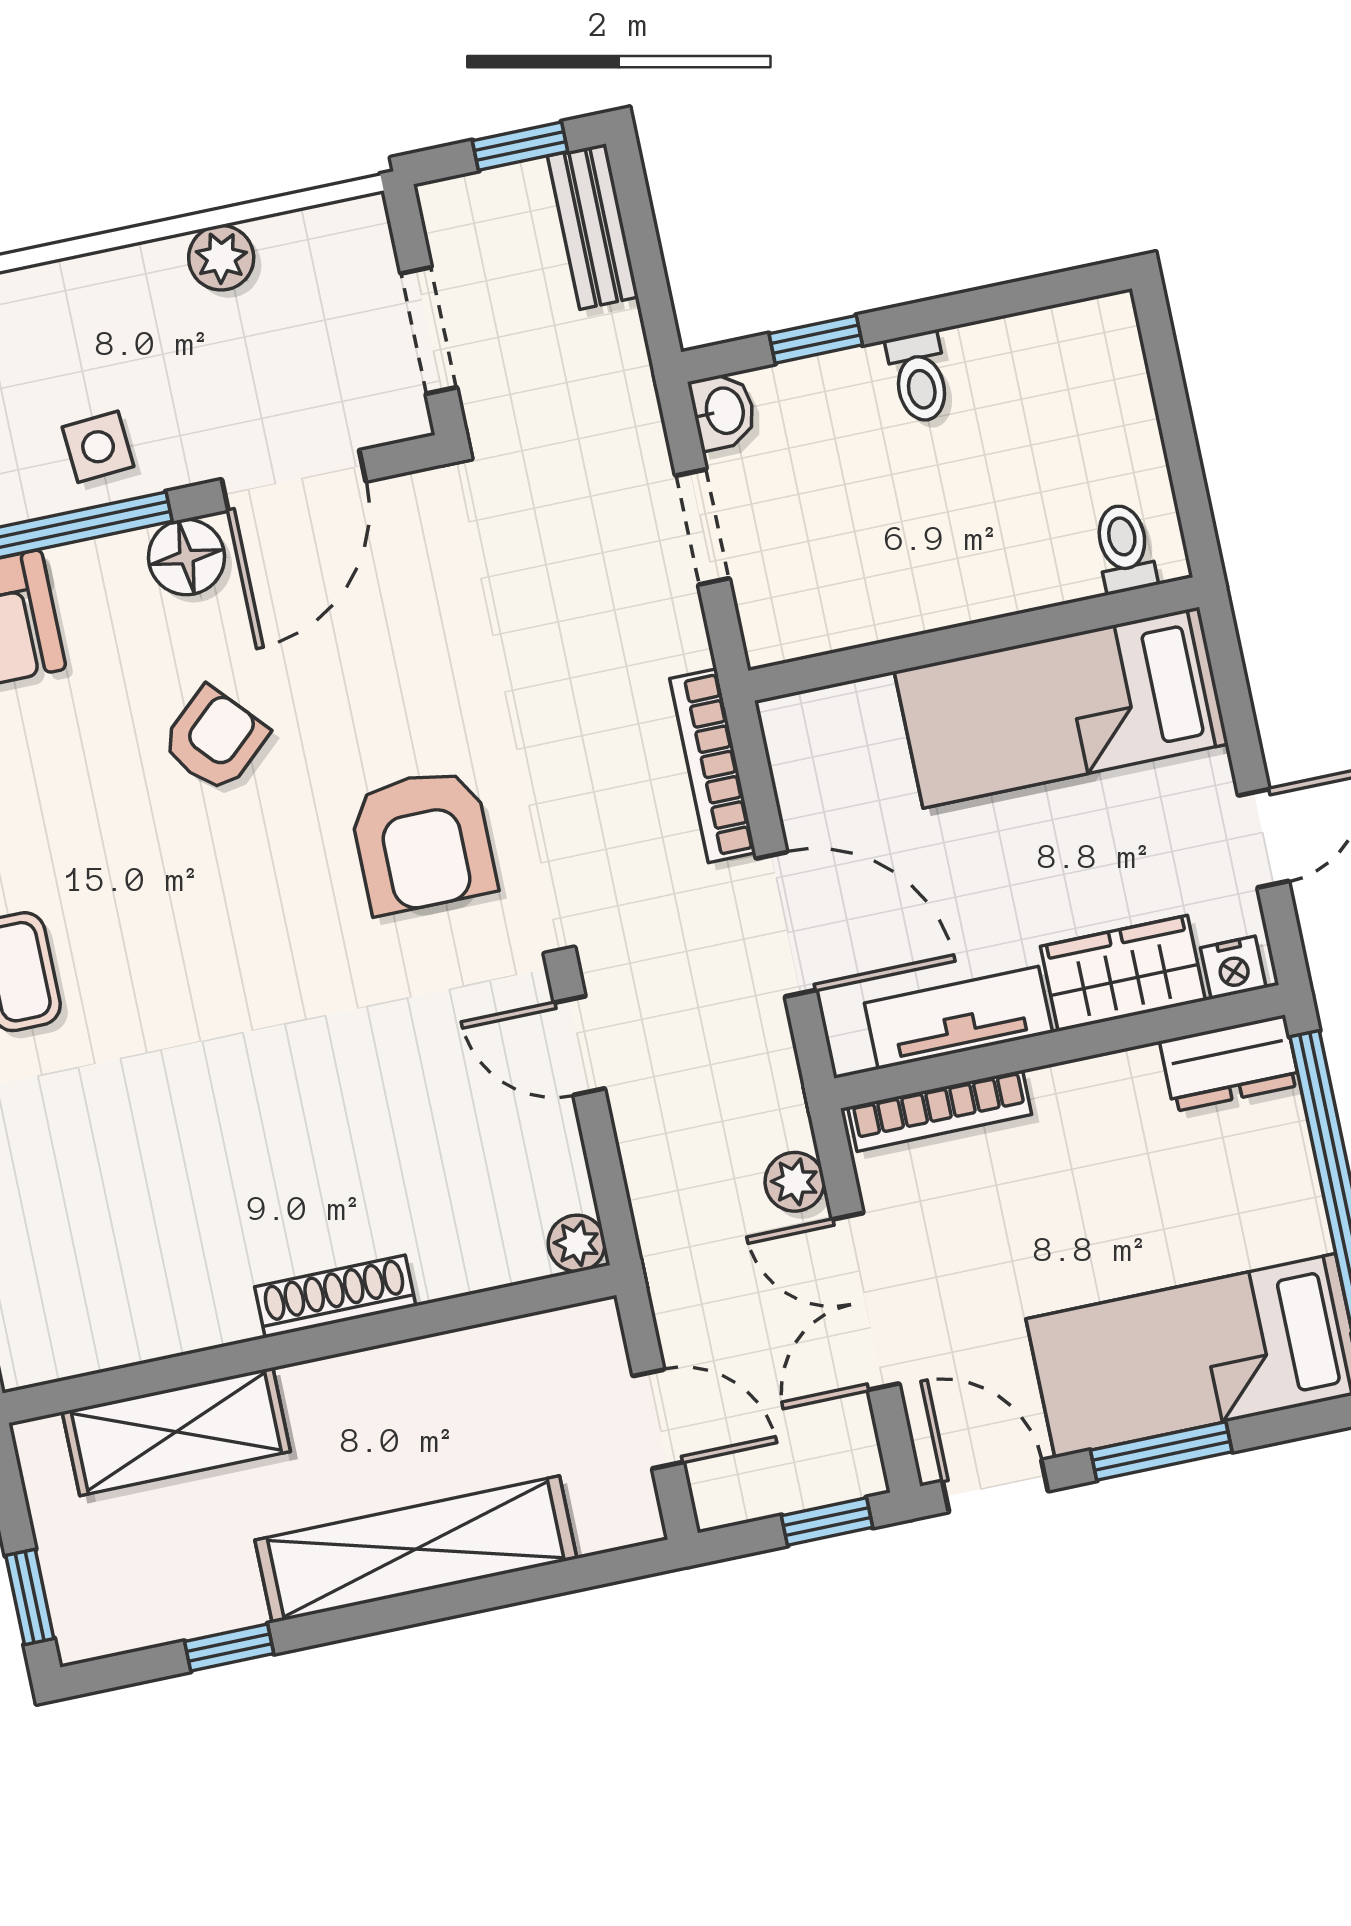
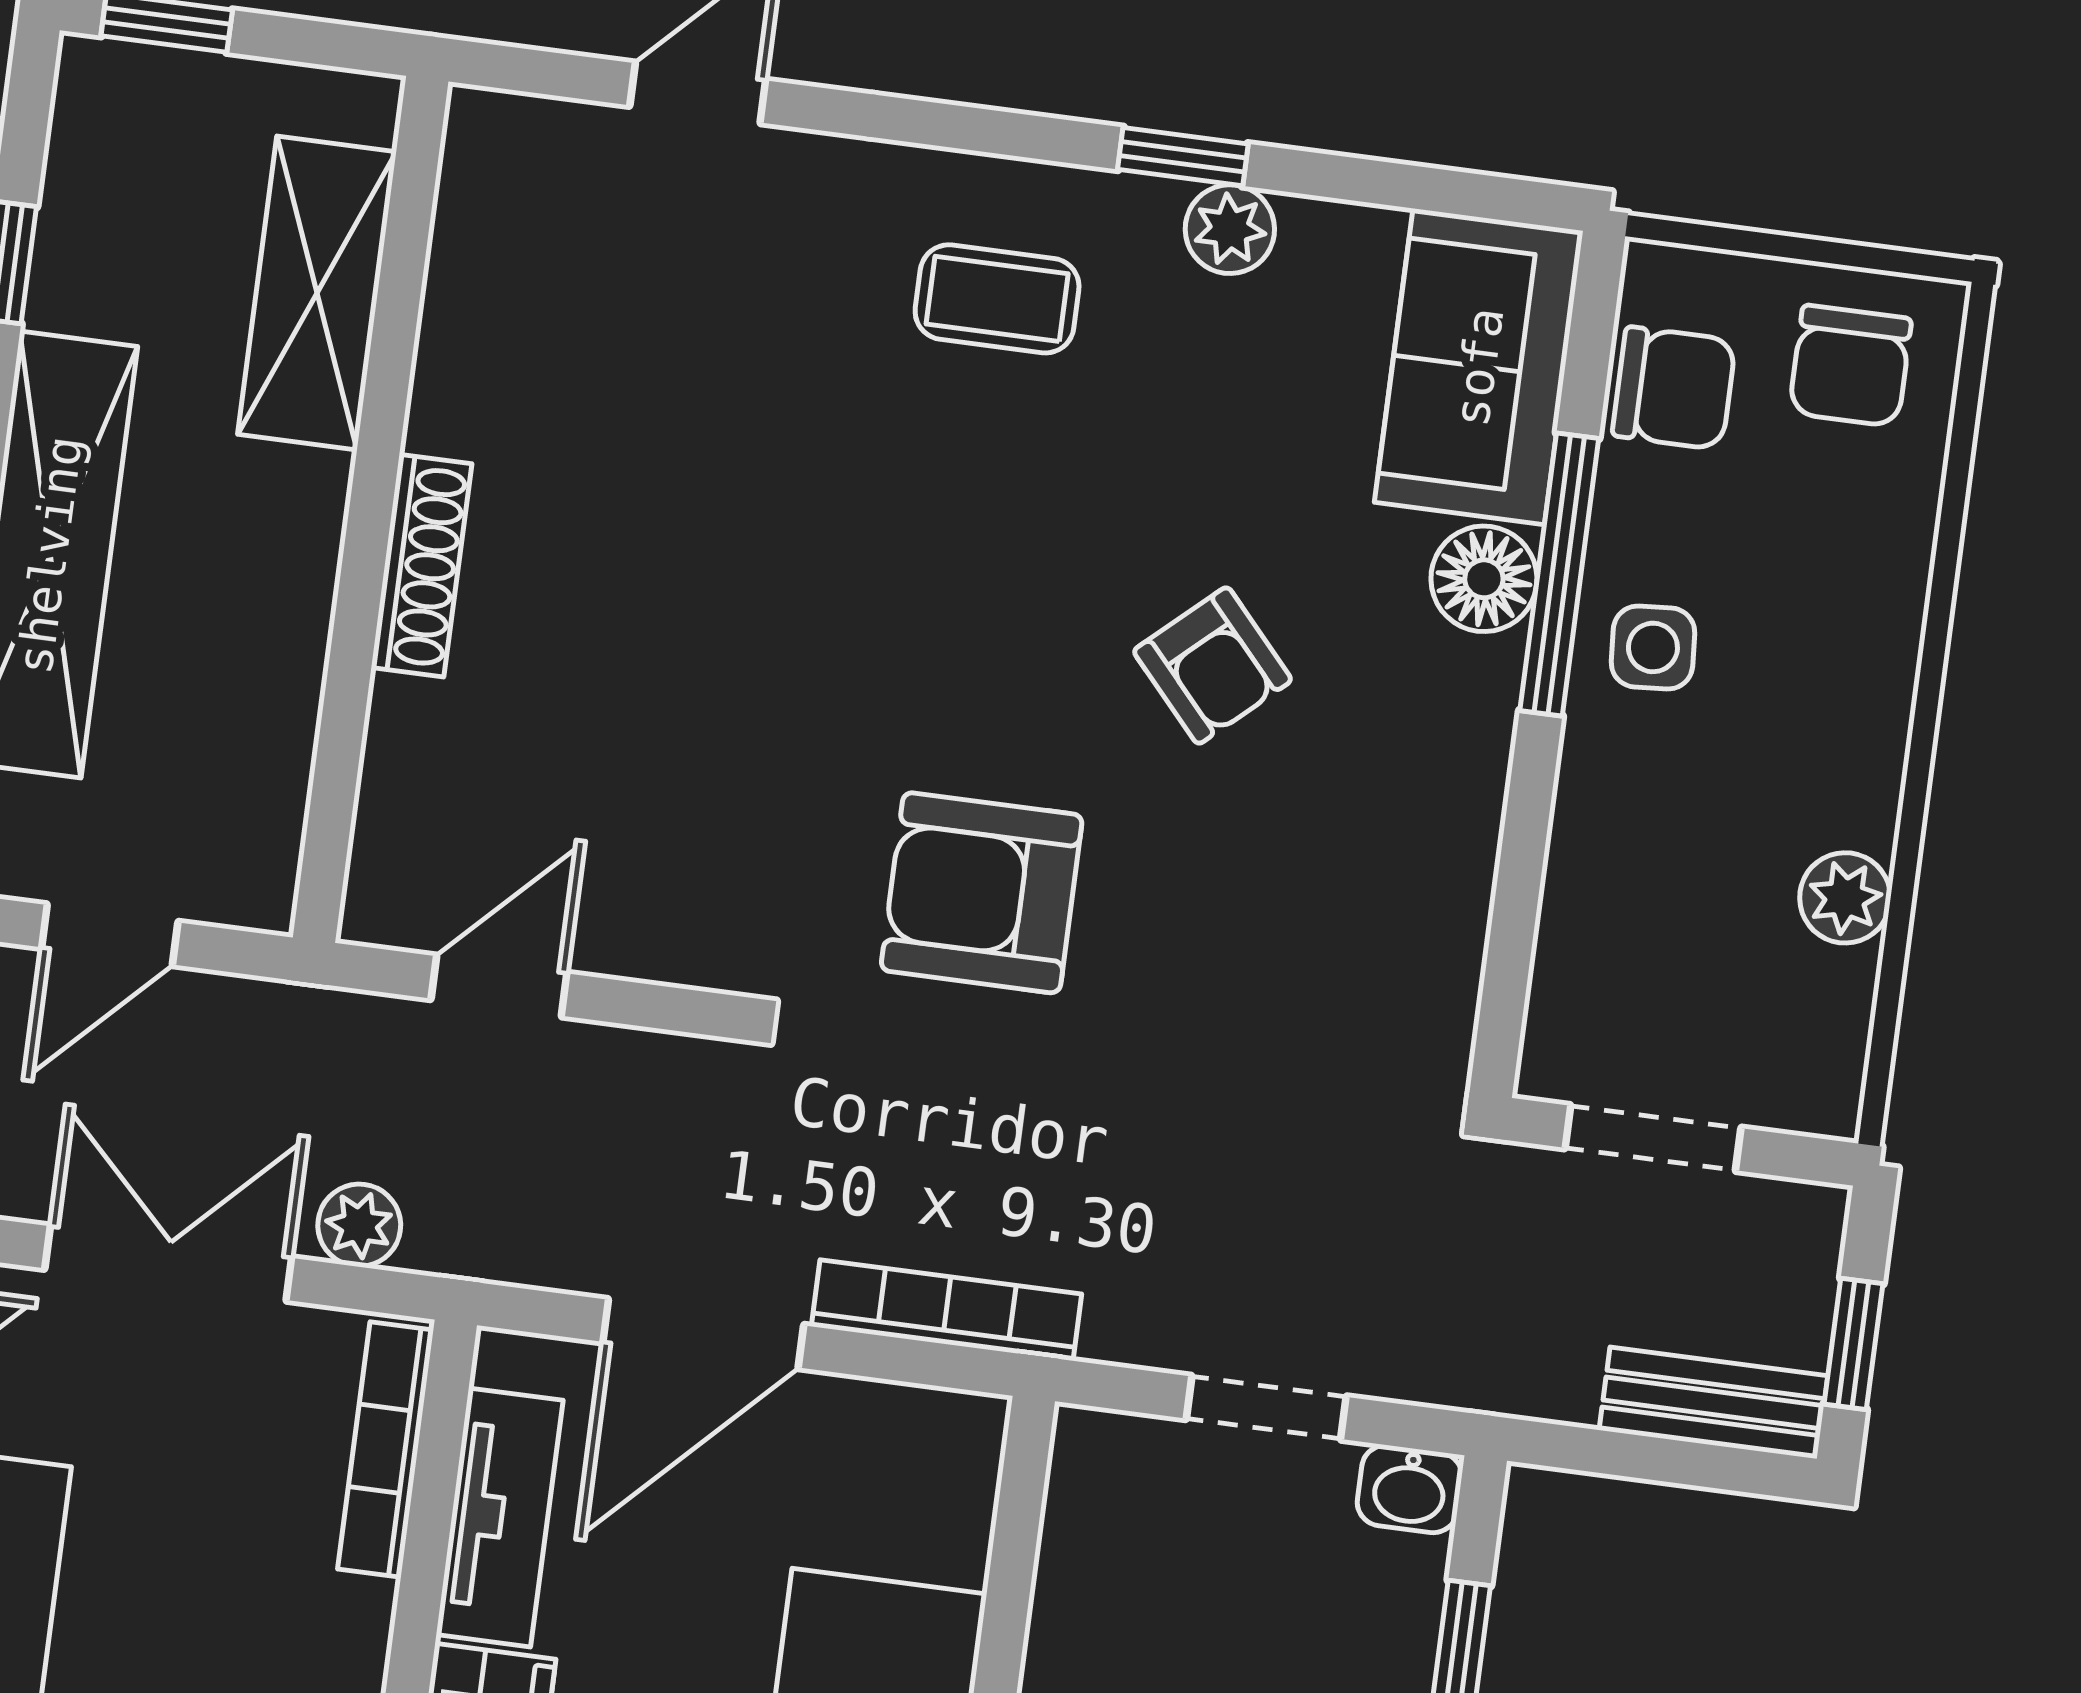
door: (294, 480) -> (1518, 890), removed
floor lamp: (186, 557) -> (1484, 579), moved
door: (579, 1046) -> (499, 986), moved
plant: (577, 1243) -> (379, 909), removed

